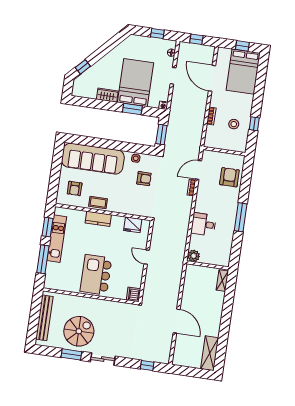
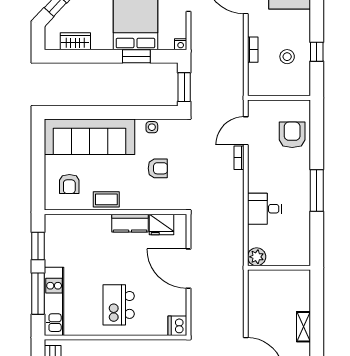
wardrobe: (107, 95) -> (75, 41), moved
armchair: (144, 179) -> (158, 168), moved
kitchen counter: (98, 219) -> (130, 223), moved
kitchen unit: (57, 239) -> (54, 301), moved
door: (147, 257) -> (189, 269), width x1.87
kitchen island: (96, 275) -> (119, 305), width x0.73, depth x0.78
shelving: (222, 281) -> (304, 327), moved

